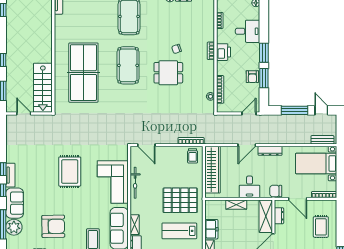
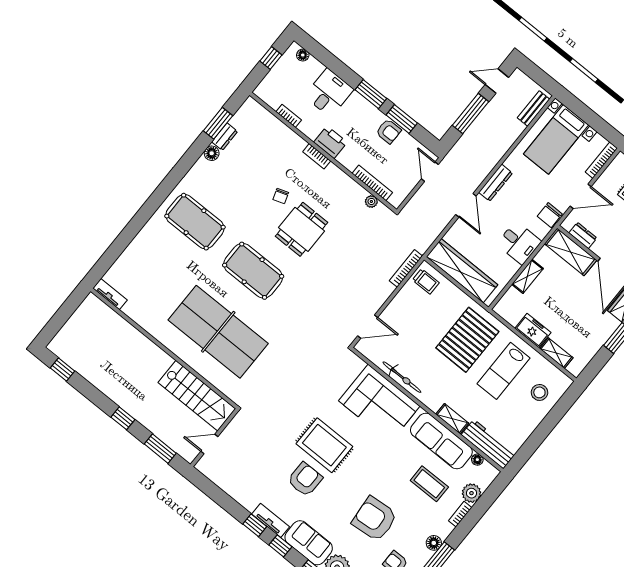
armchair: (45, 176) -> (305, 479), added
armchair: (53, 226) -> (375, 519), turned -94

